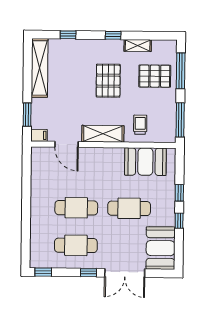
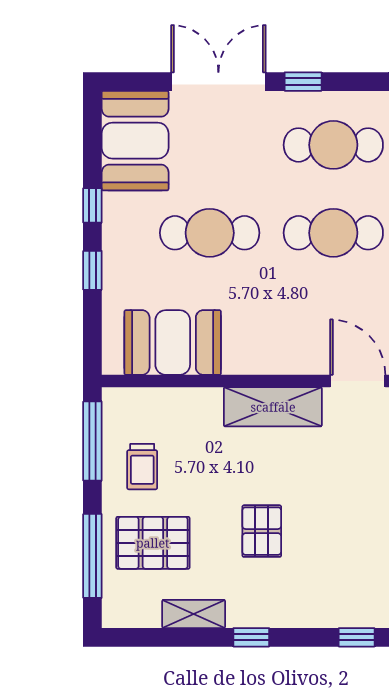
pallet: (108, 81) -> (262, 531), width x0.67, depth x0.71
trolley: (140, 125) -> (142, 467), moved

